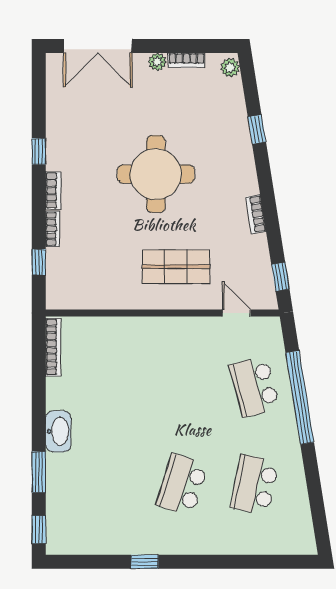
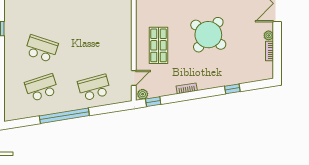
plant: (230, 68) -> (143, 94), moved
round table: (156, 174) -> (208, 35), turned 38
window: (300, 398) -> (64, 116), moved
school desk: (255, 485) -> (41, 88), turned -30

